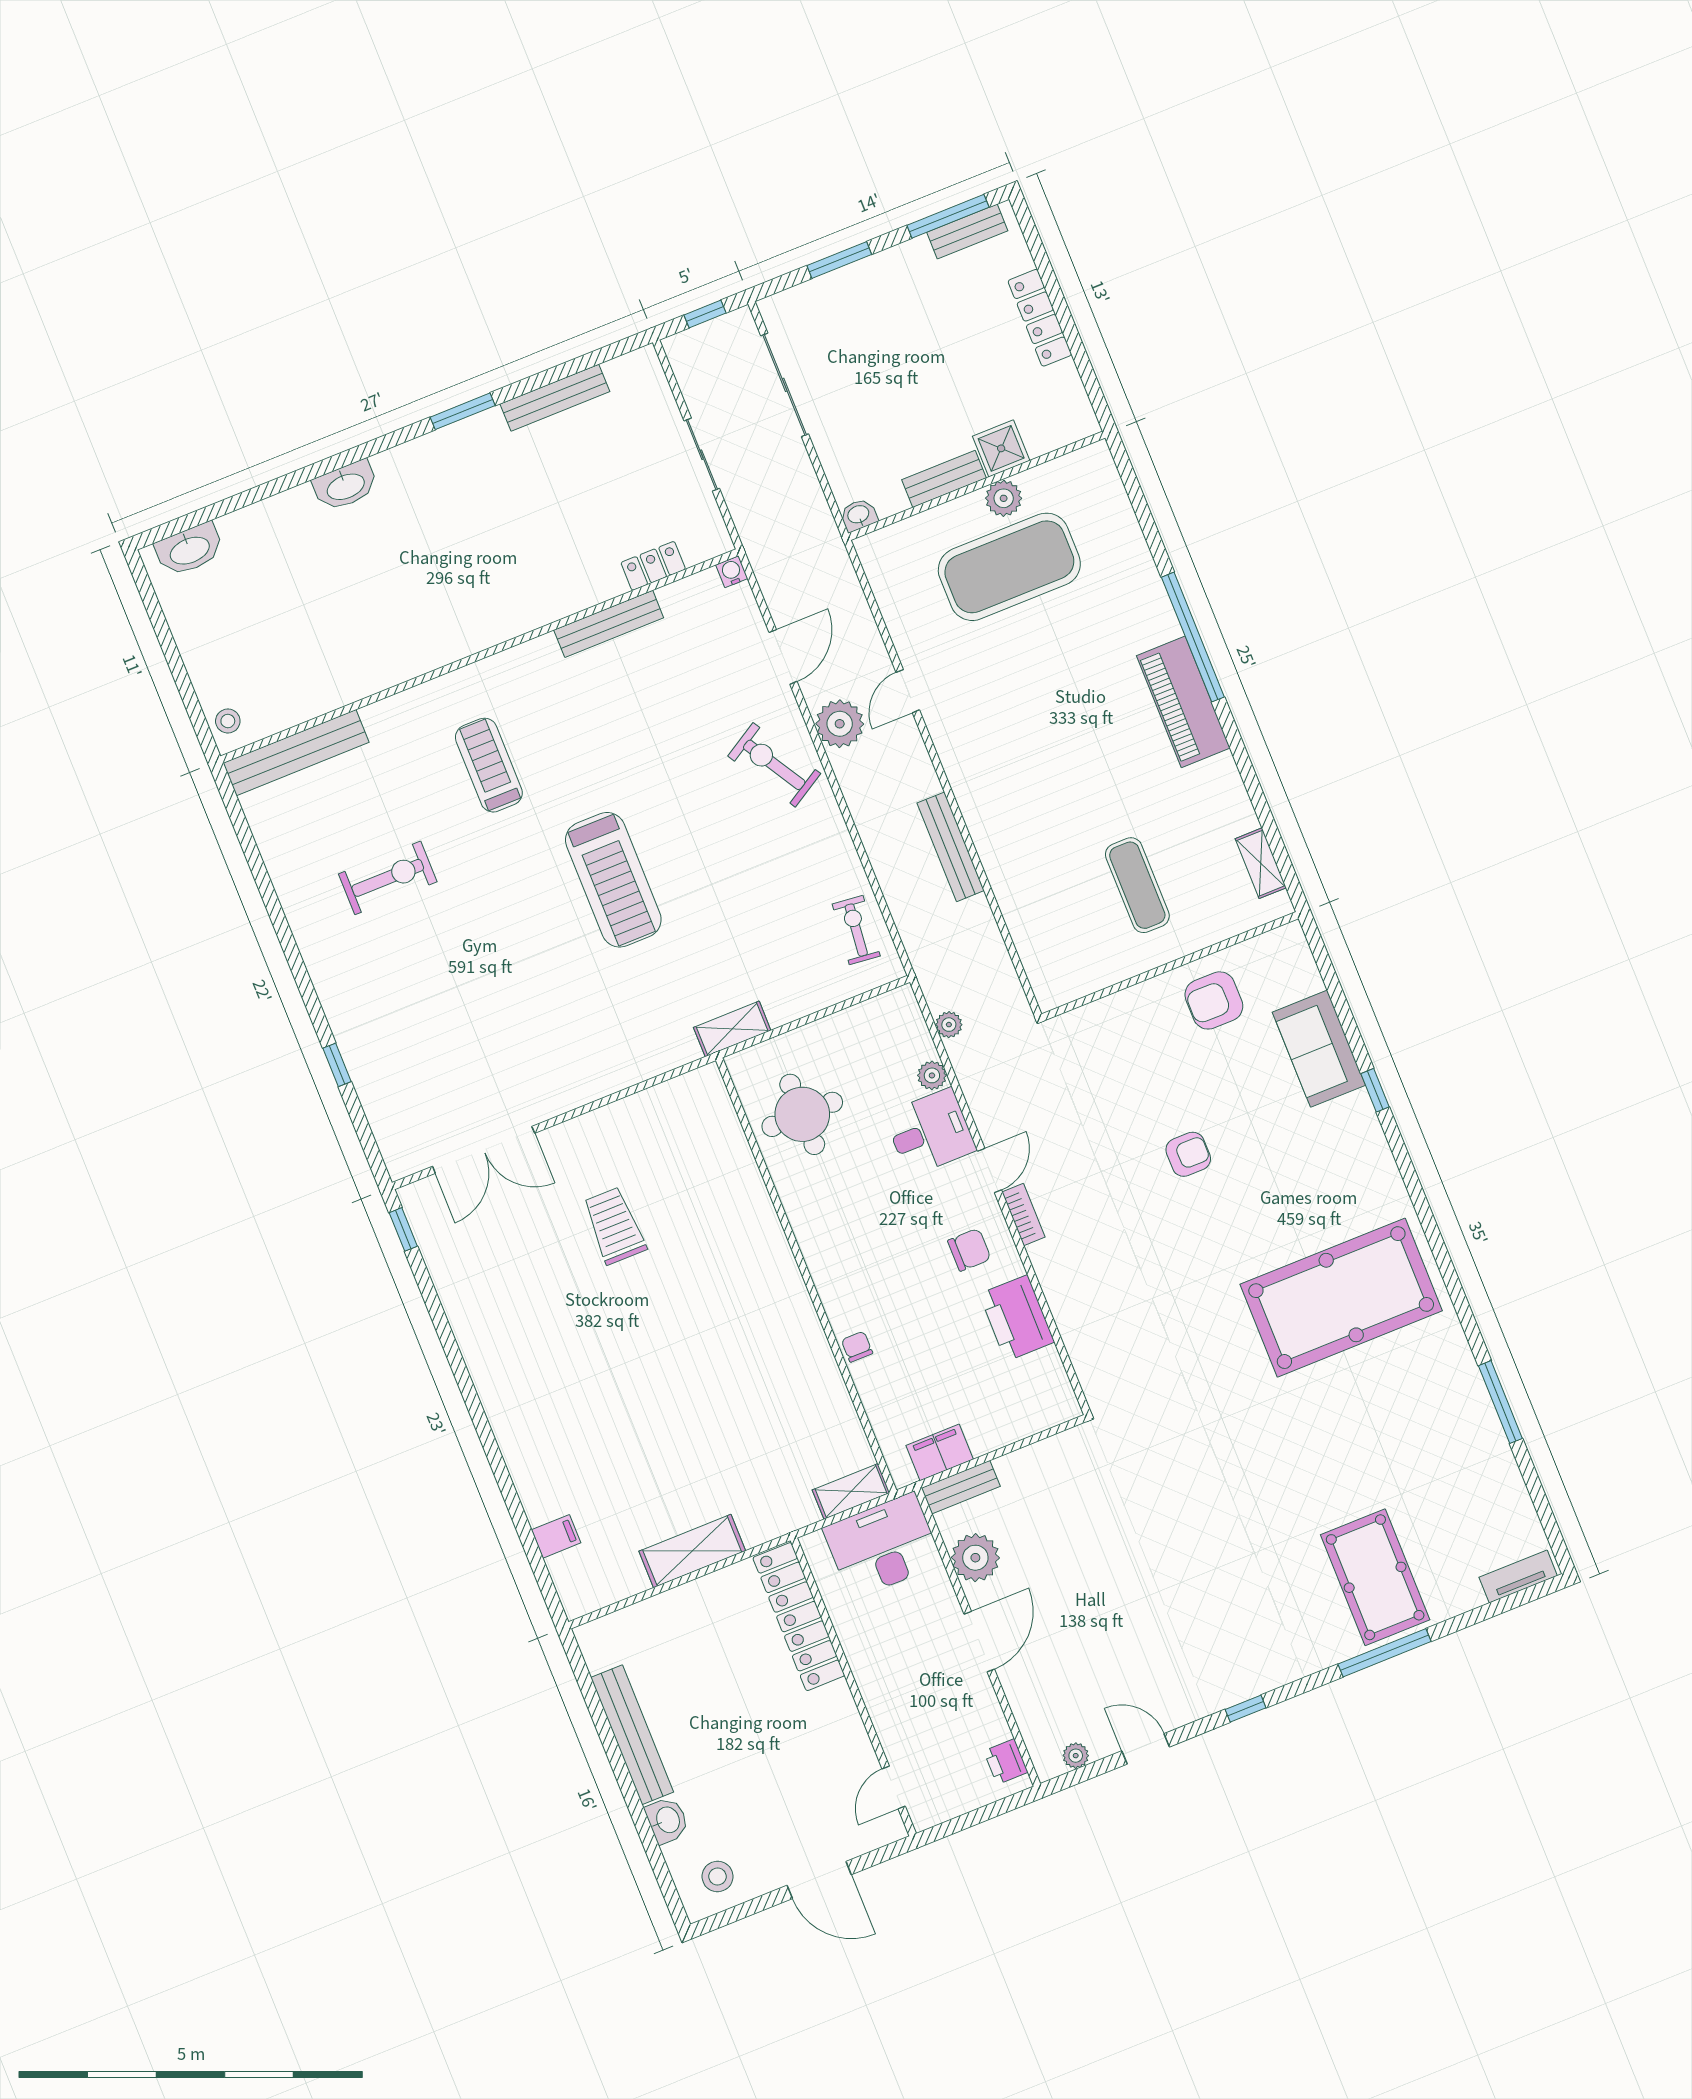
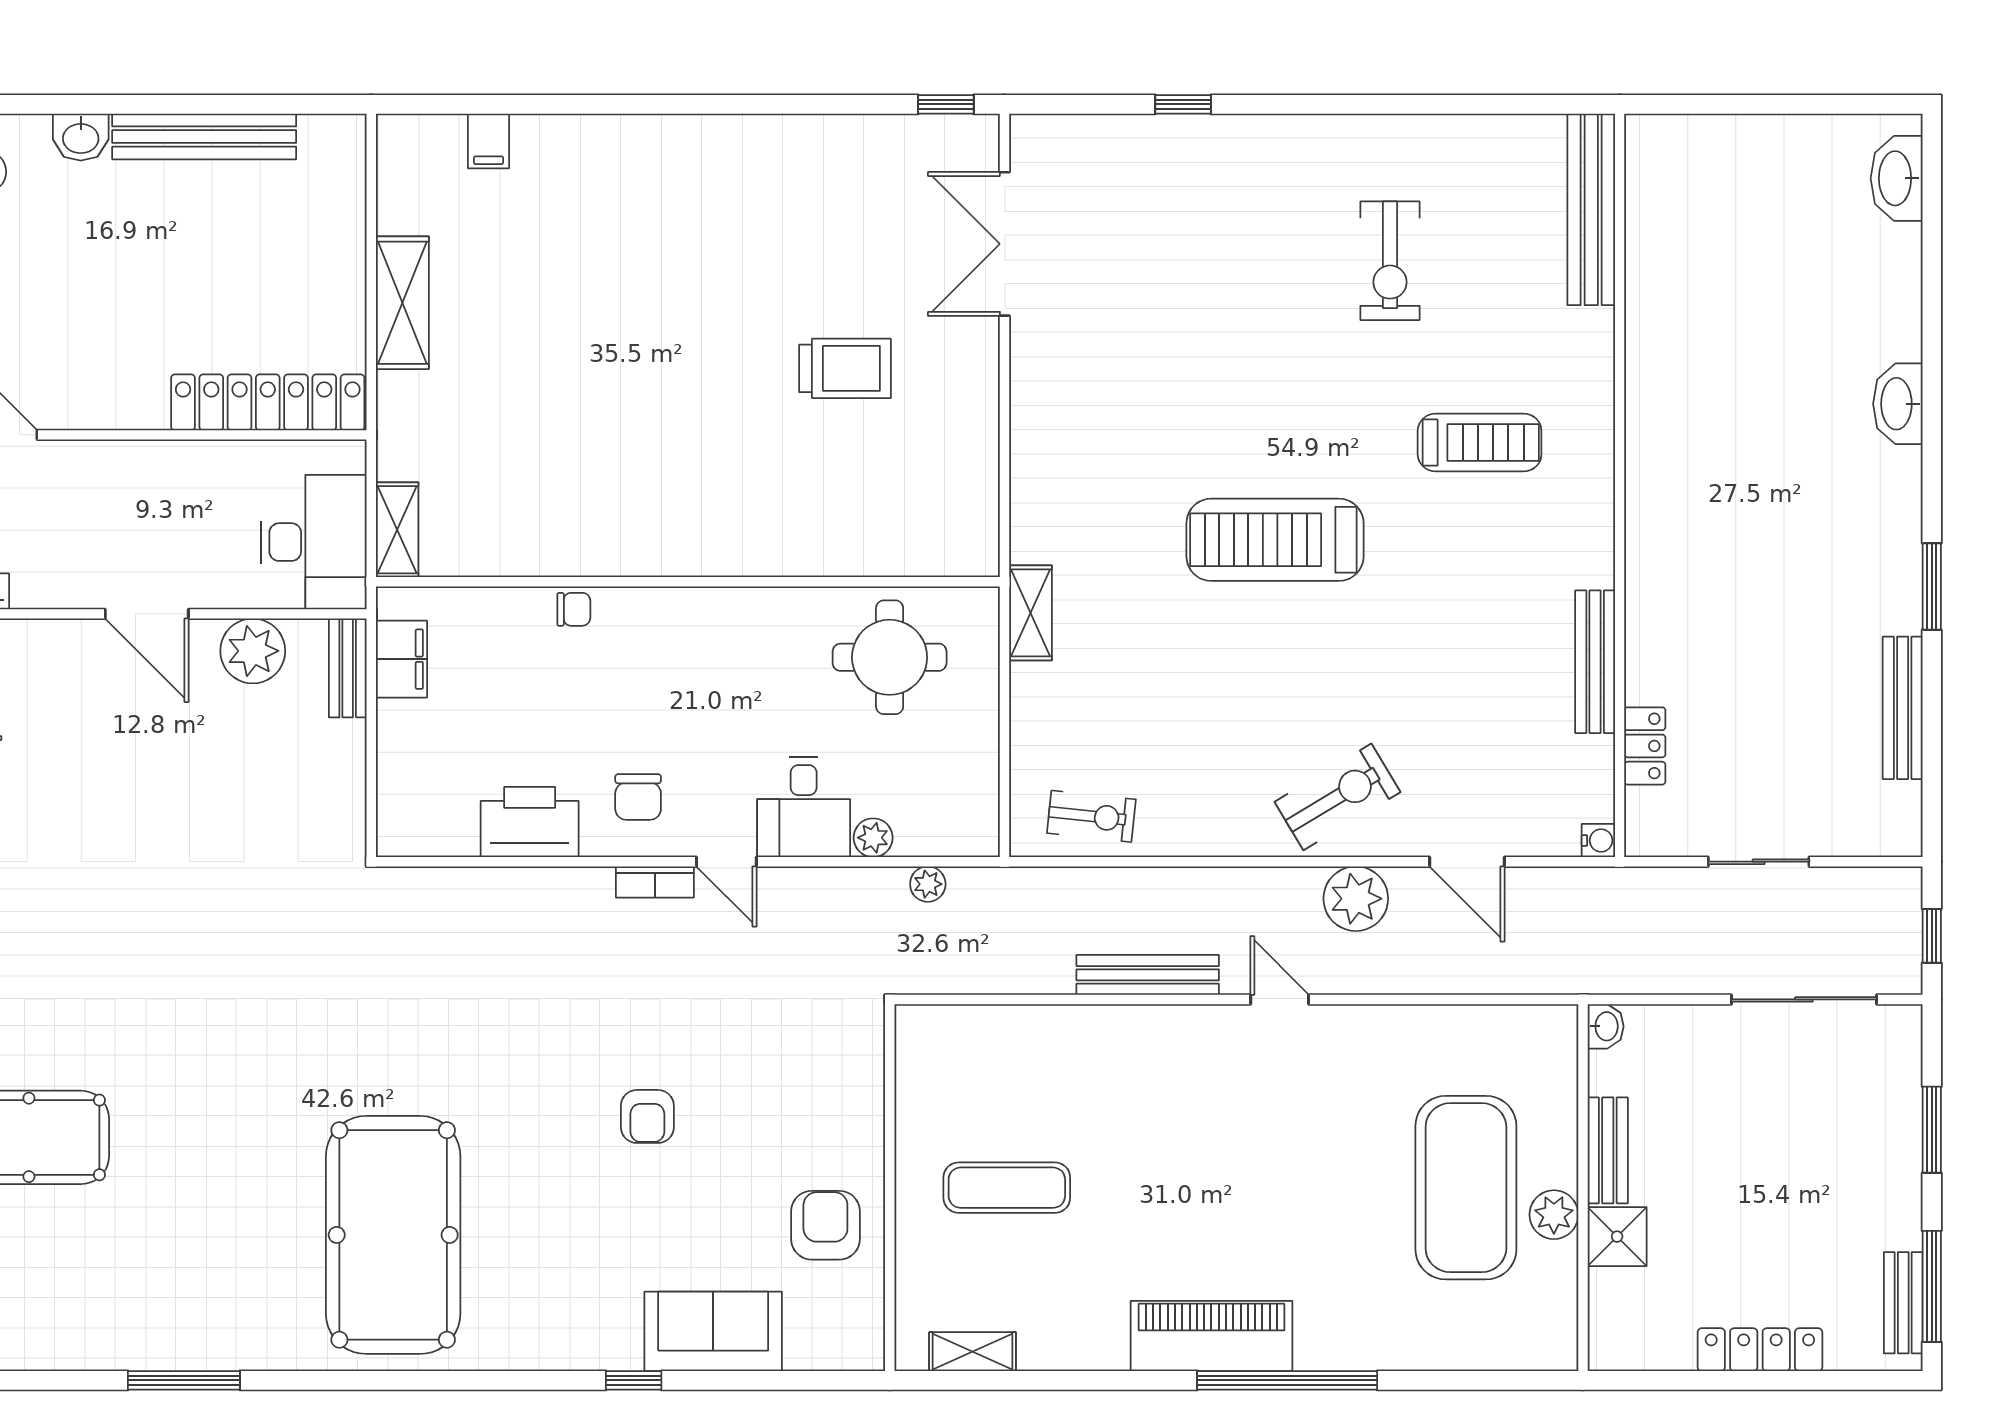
door: (908, 691) -> (1280, 999), moved
stool: (228, 721) -> (1665, 140), removed

